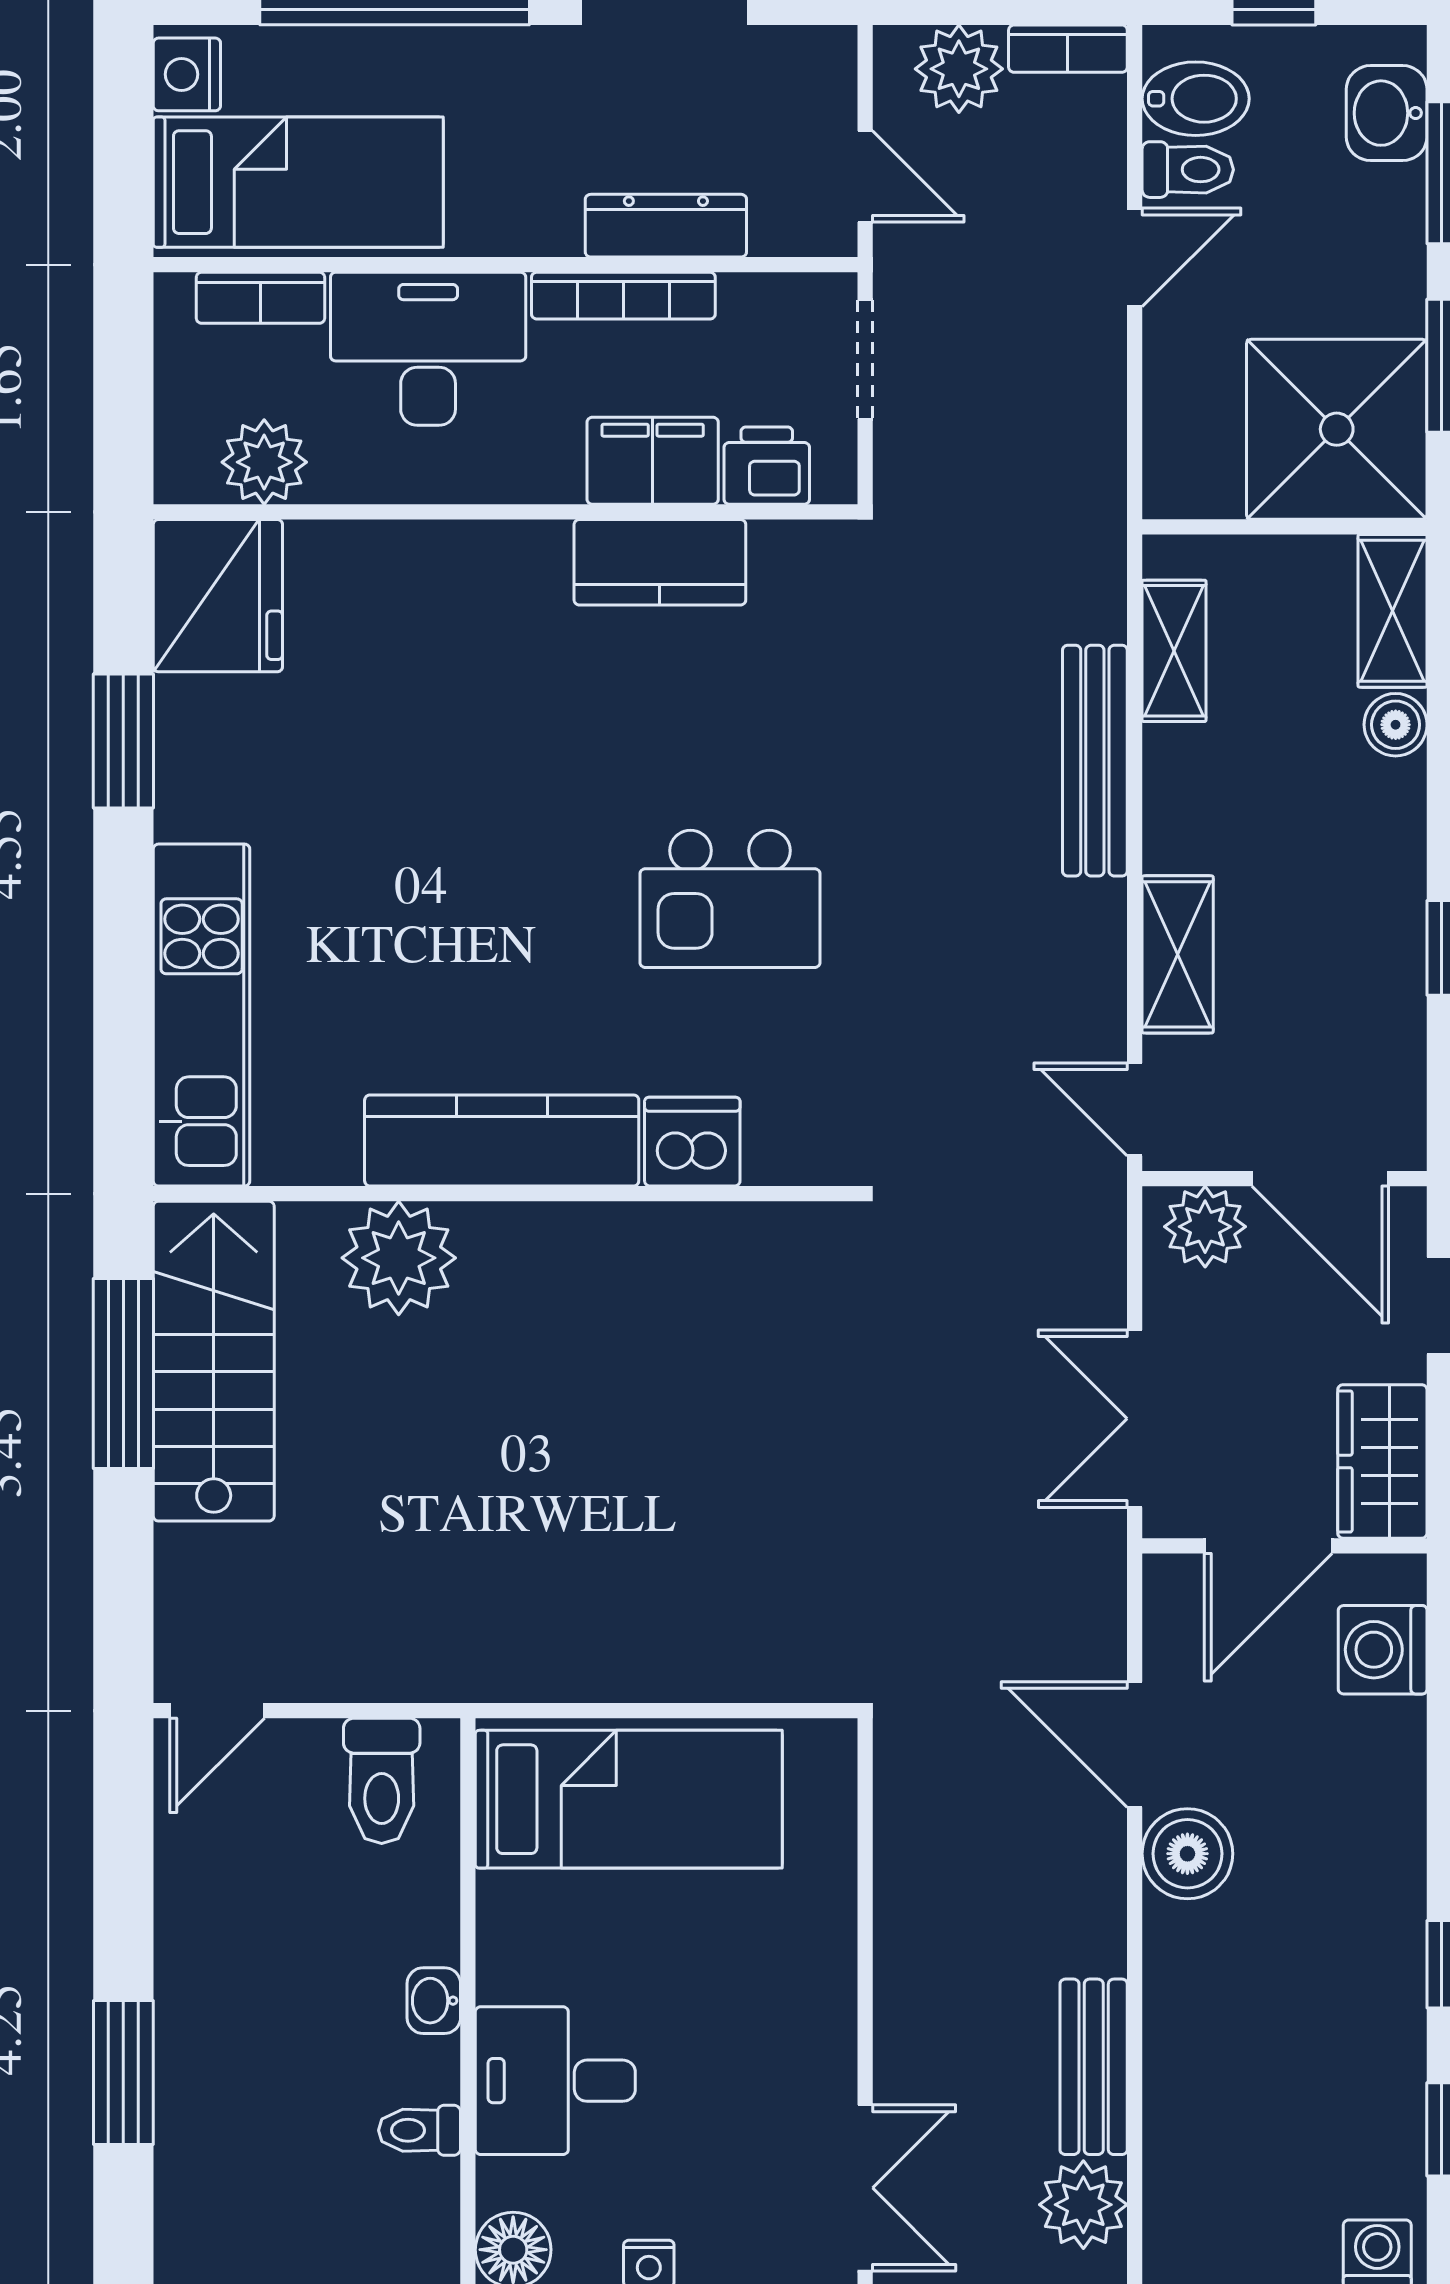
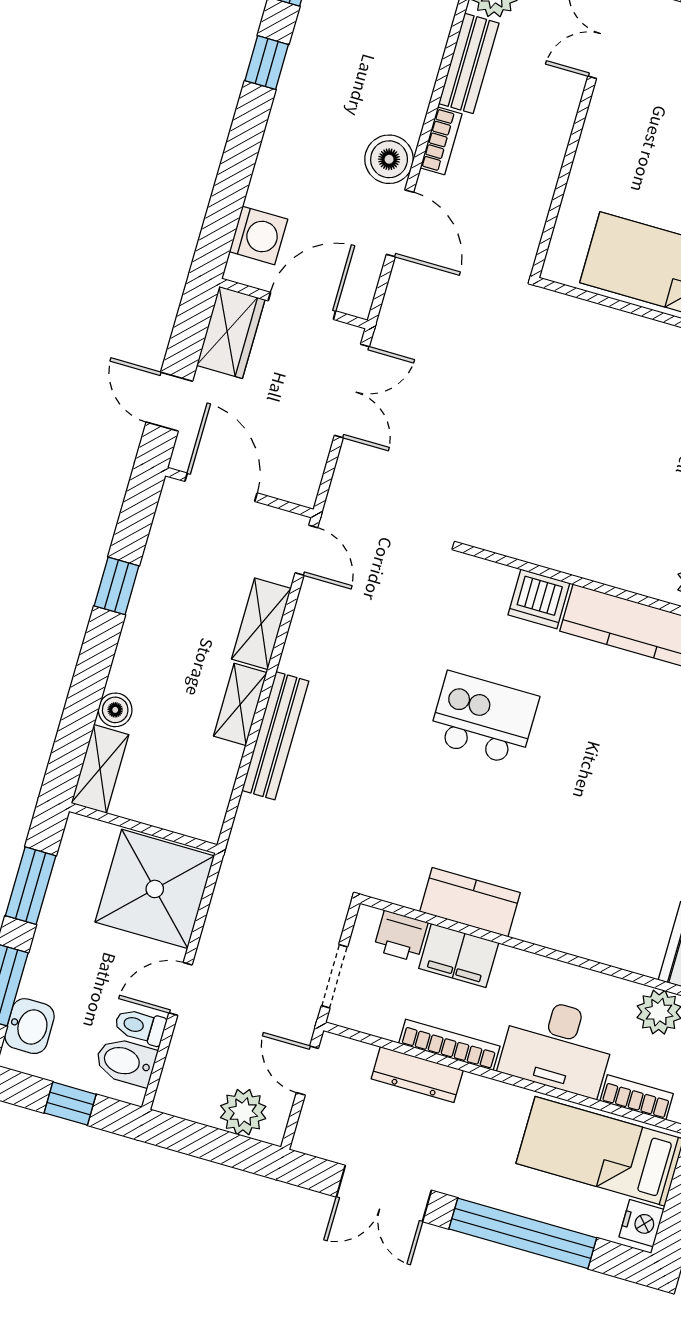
bookcase: (1068, 49) -> (441, 141), moved, turned 90
shower: (1337, 429) -> (155, 889), moved
shelving: (1174, 651) -> (240, 704), moved
plant: (1205, 1227) -> (287, 480), removed

